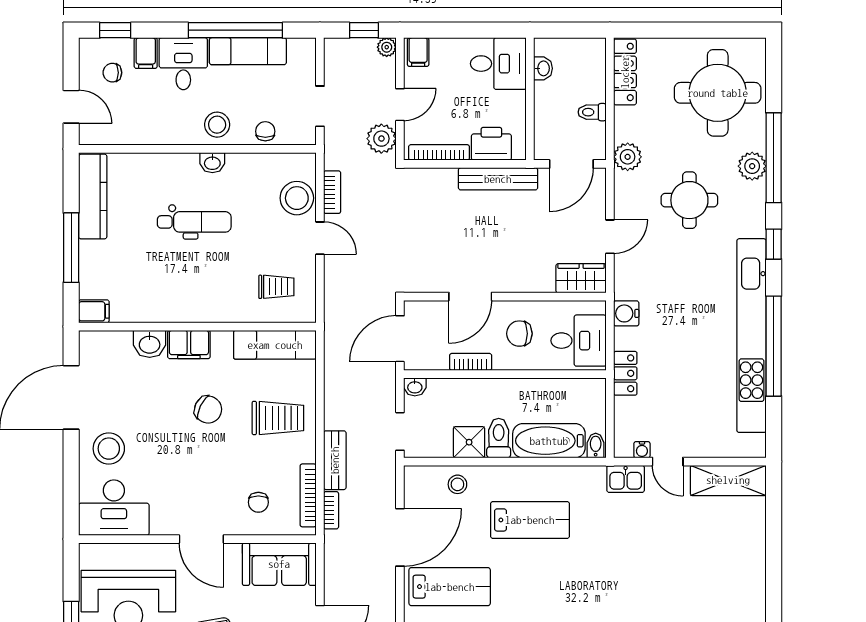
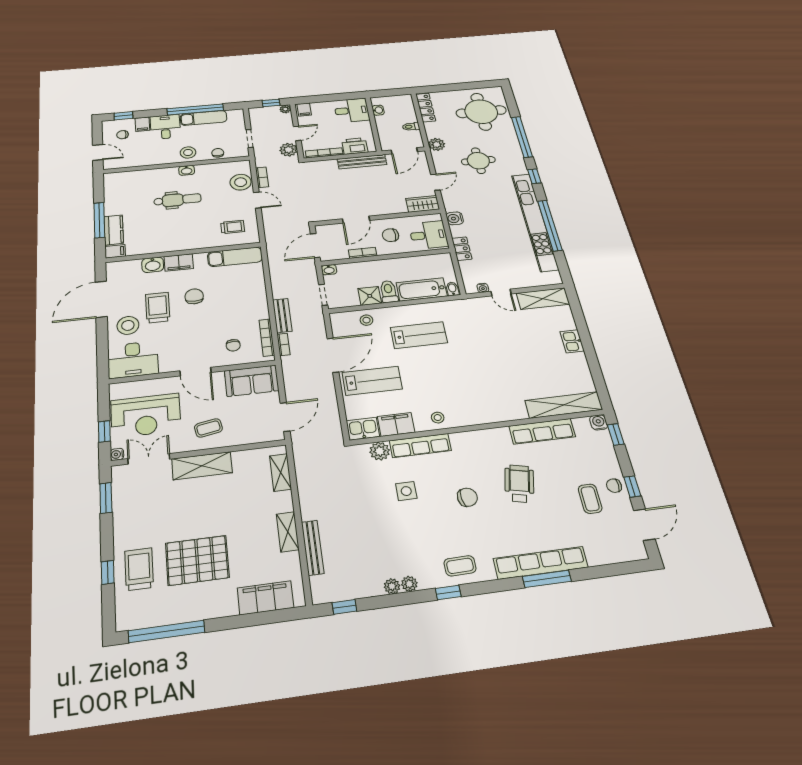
plant: (752, 166) -> (511, 142), removed
kitchen counter: (93, 196) -> (114, 230), moved, width x0.67
chair: (208, 410) -> (194, 296), turned -116
trolley: (278, 418) -> (158, 308), moved, turned -90
kitchen sink: (626, 479) -> (572, 341), moved, turned 90

